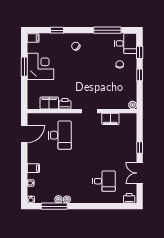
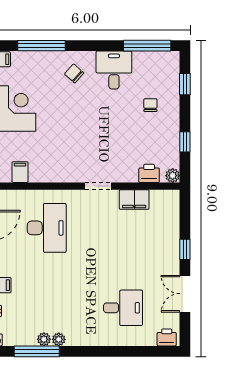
window: (57, 30) -> (42, 46), width x2.17
window: (107, 30) -> (147, 46), moved
desk: (126, 43) -> (114, 70), moved, turned -90
window: (140, 75) -> (185, 142), moved
filing cabinet: (49, 103) -> (20, 172), width x0.50
printer: (65, 104) -> (149, 173), moved

